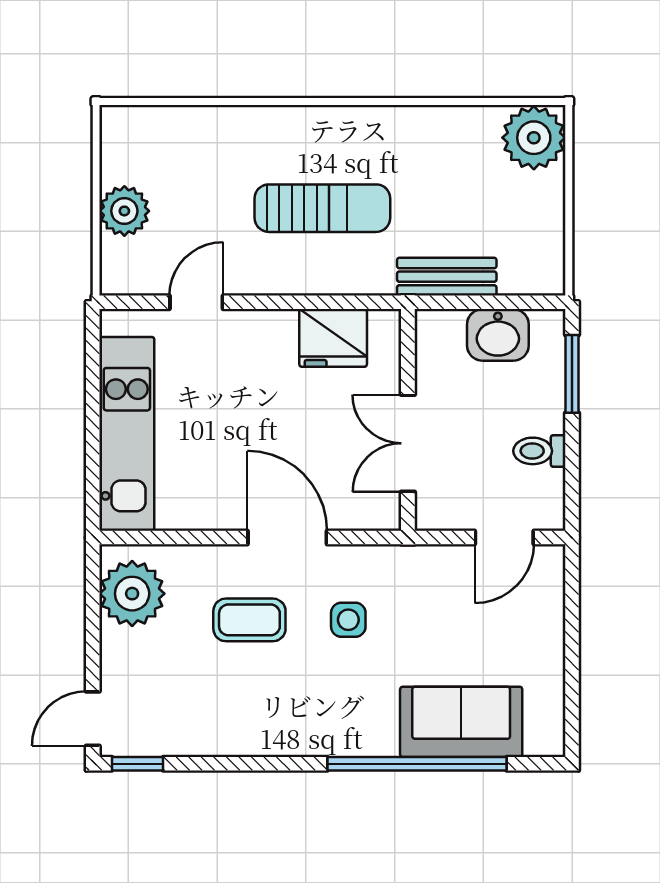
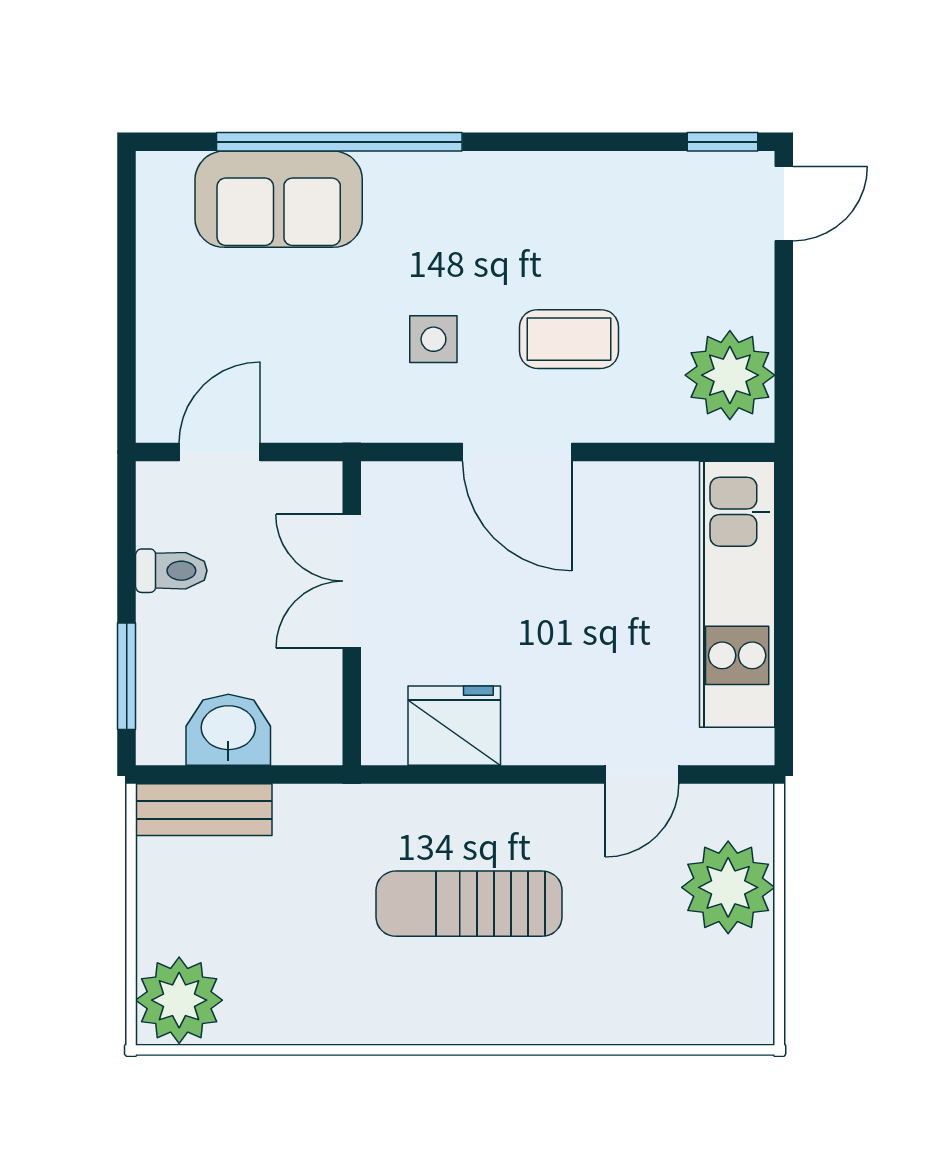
plant: (124, 211) -> (728, 887), width x1.36, depth x1.36
bench: (447, 277) -> (204, 810), moved
double door: (408, 443) -> (352, 581), swing flipped

